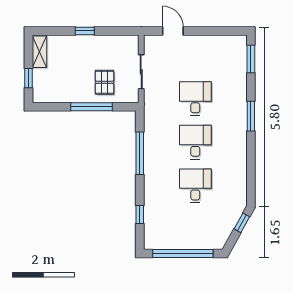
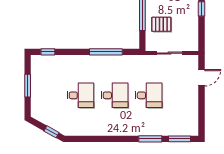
window: (251, 116) -> (150, 139), moved
window: (140, 214) -> (48, 52), moved
window: (183, 253) -> (28, 86), width x0.47

